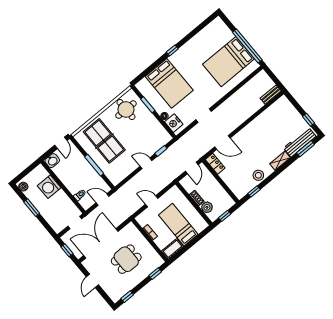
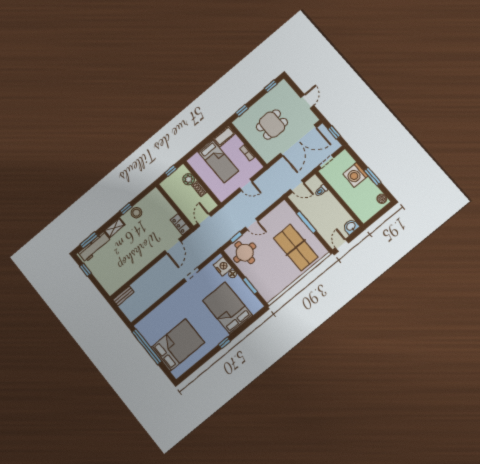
bed: (229, 62) -> (178, 345), moved
round table: (126, 110) -> (245, 253), moved
door: (222, 143) -> (173, 246), swing flipped
washing machine: (49, 187) -> (355, 175), moved, turned 180
window: (254, 191) -> (126, 209), moved

